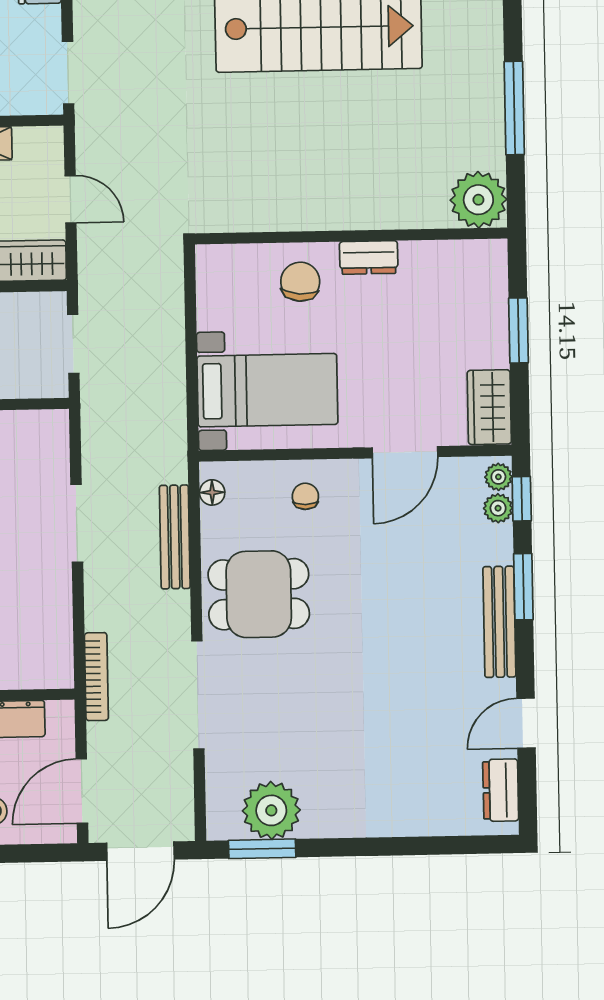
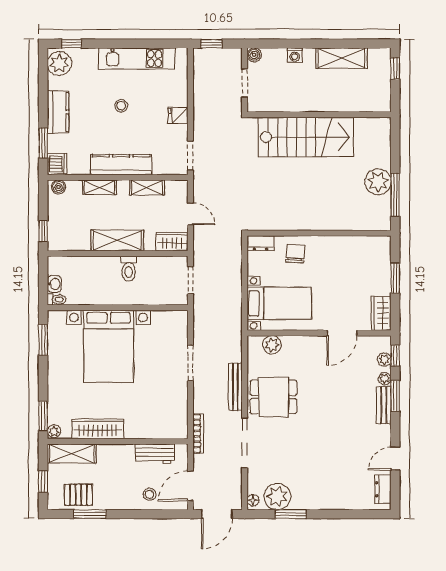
window: (514, 108) -> (395, 195), moved
plant: (478, 200) -> (378, 182), moved
dresser: (369, 257) -> (260, 243), moved
plant: (498, 477) -> (385, 379), moved
plant: (253, 481) -> (272, 345), added
floor lamp: (212, 492) -> (253, 500), moved
chair: (305, 496) -> (296, 352), removed
bench: (175, 537) -> (235, 387), moved
bench: (499, 622) -> (384, 405), width x0.73
window: (262, 849) -> (291, 514), moved

